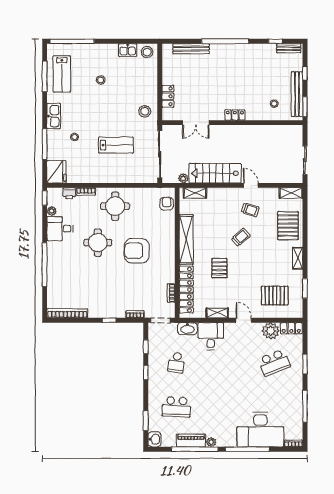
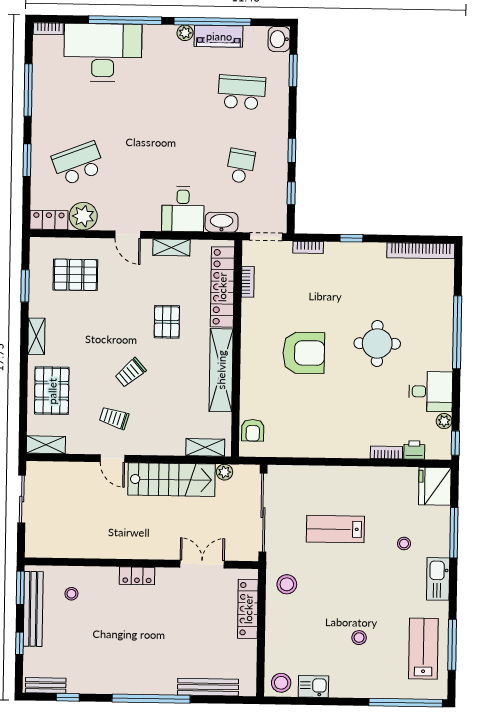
locker: (168, 96) -> (248, 609), width x1.53
round table: (115, 206) -> (338, 427), removed
round table: (98, 243) -> (377, 343), moved

